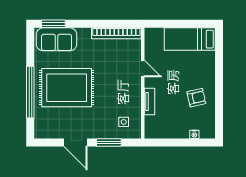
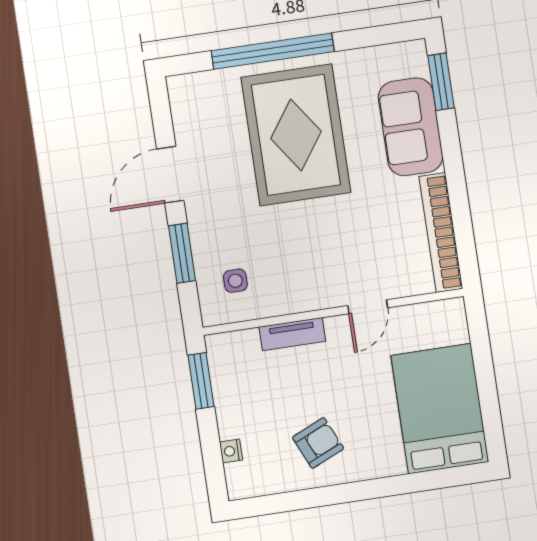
sofa: (57, 39) -> (411, 127), moved
bed: (190, 39) -> (440, 409), width x1.50
armchair: (196, 98) -> (318, 443), turned -101
window: (163, 142) -> (201, 381), added

